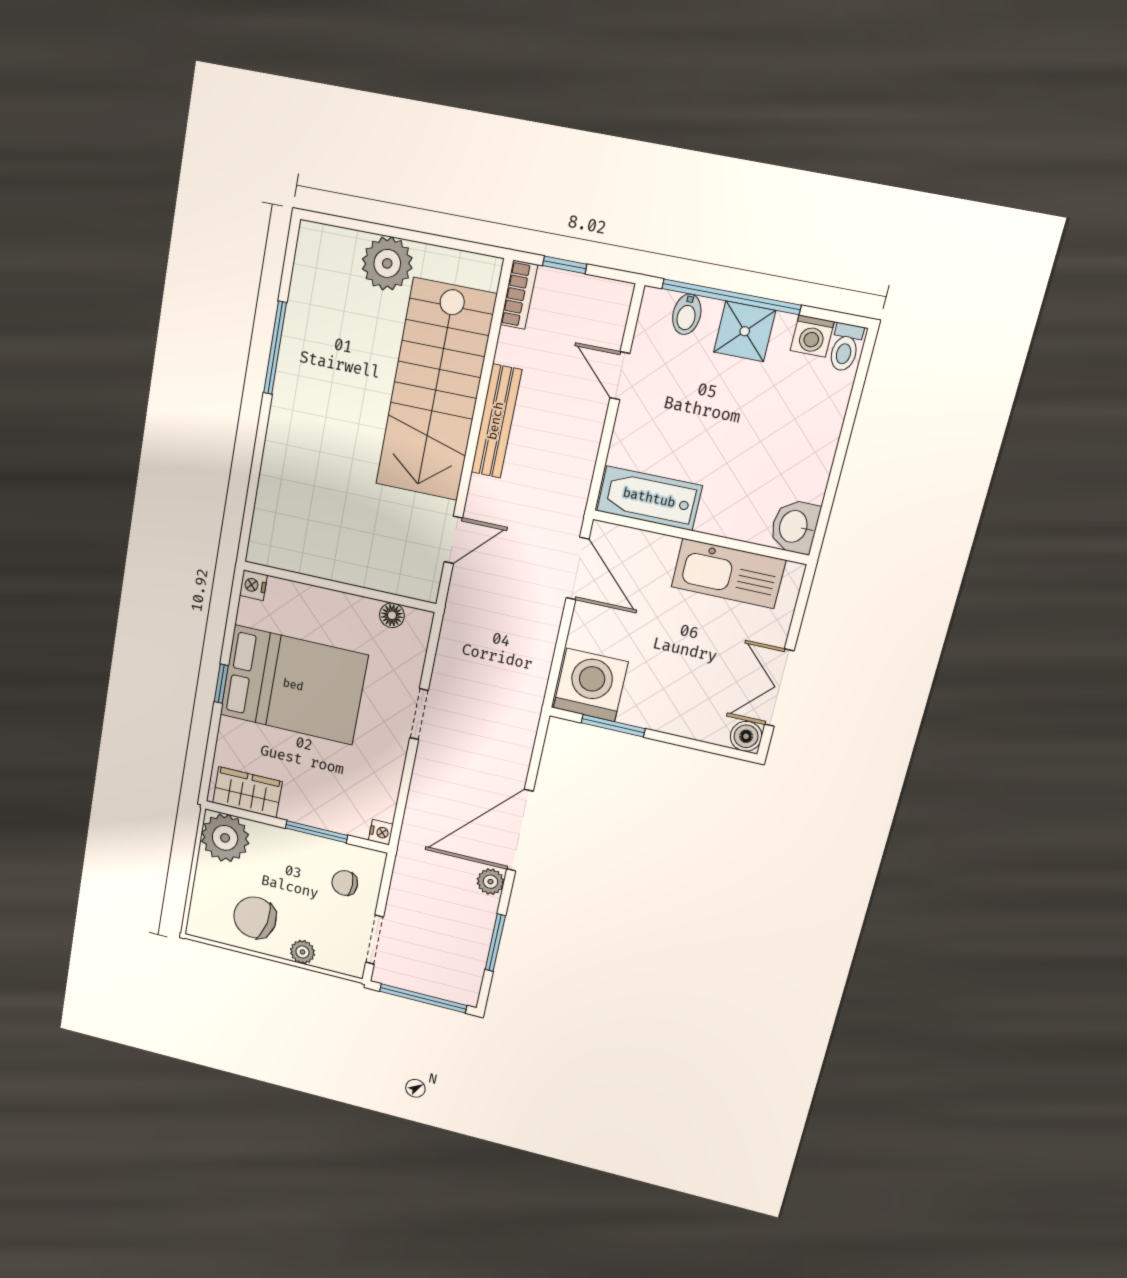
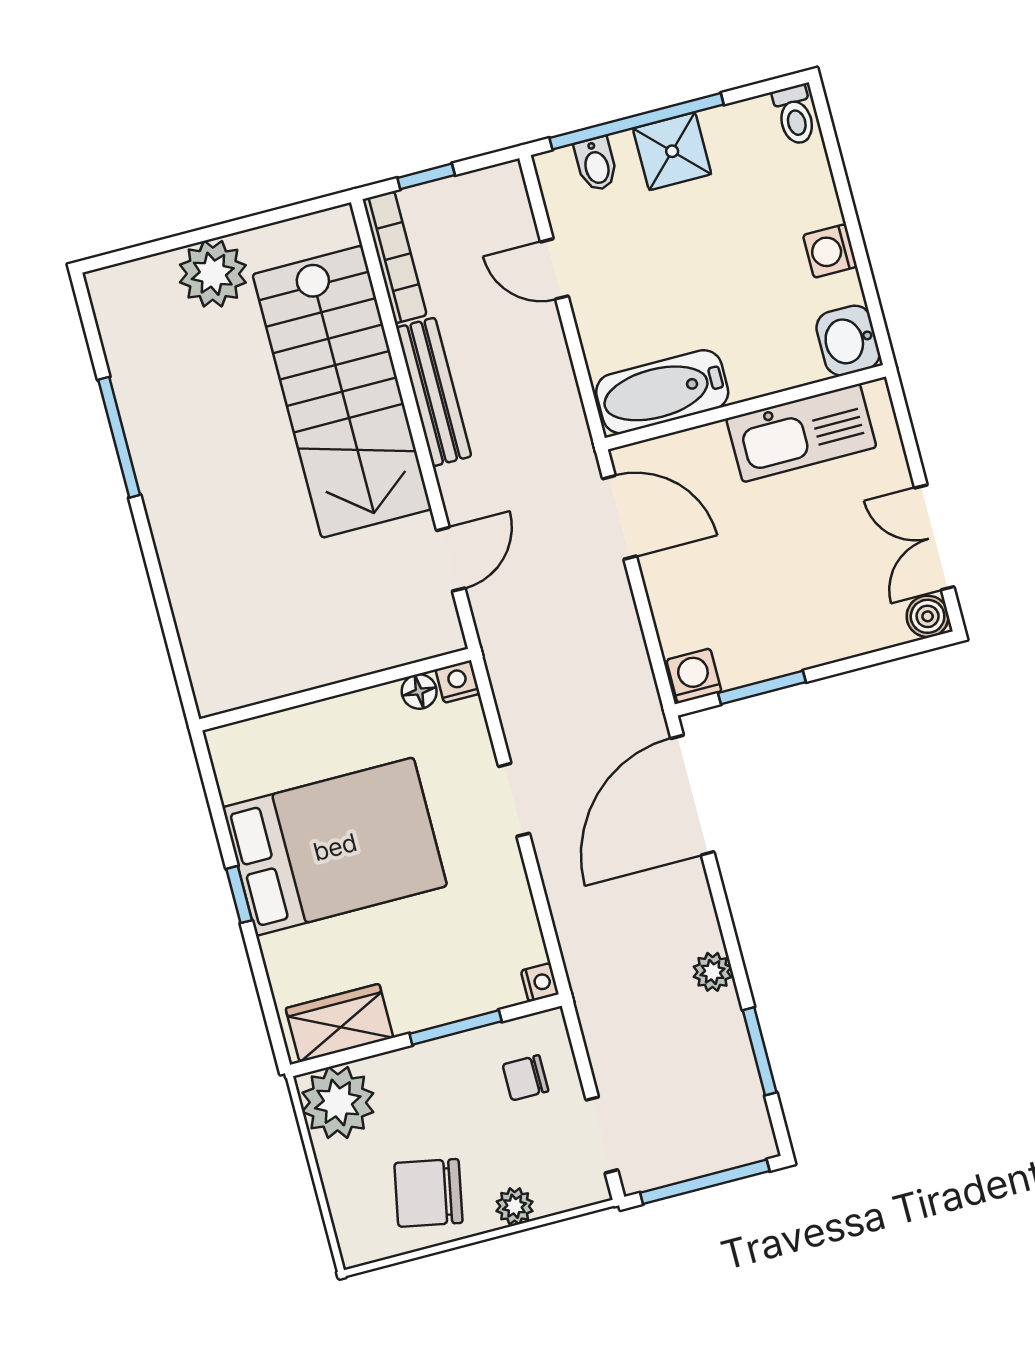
bookcase: (519, 295) -> (395, 257), width x1.56
washing machine: (812, 336) -> (830, 251), moved, turned 90
nightstand: (253, 585) -> (458, 682), moved, turned 90
washing machine: (591, 685) -> (694, 676), width x0.53, depth x0.53
door: (520, 830) -> (692, 795), moved

